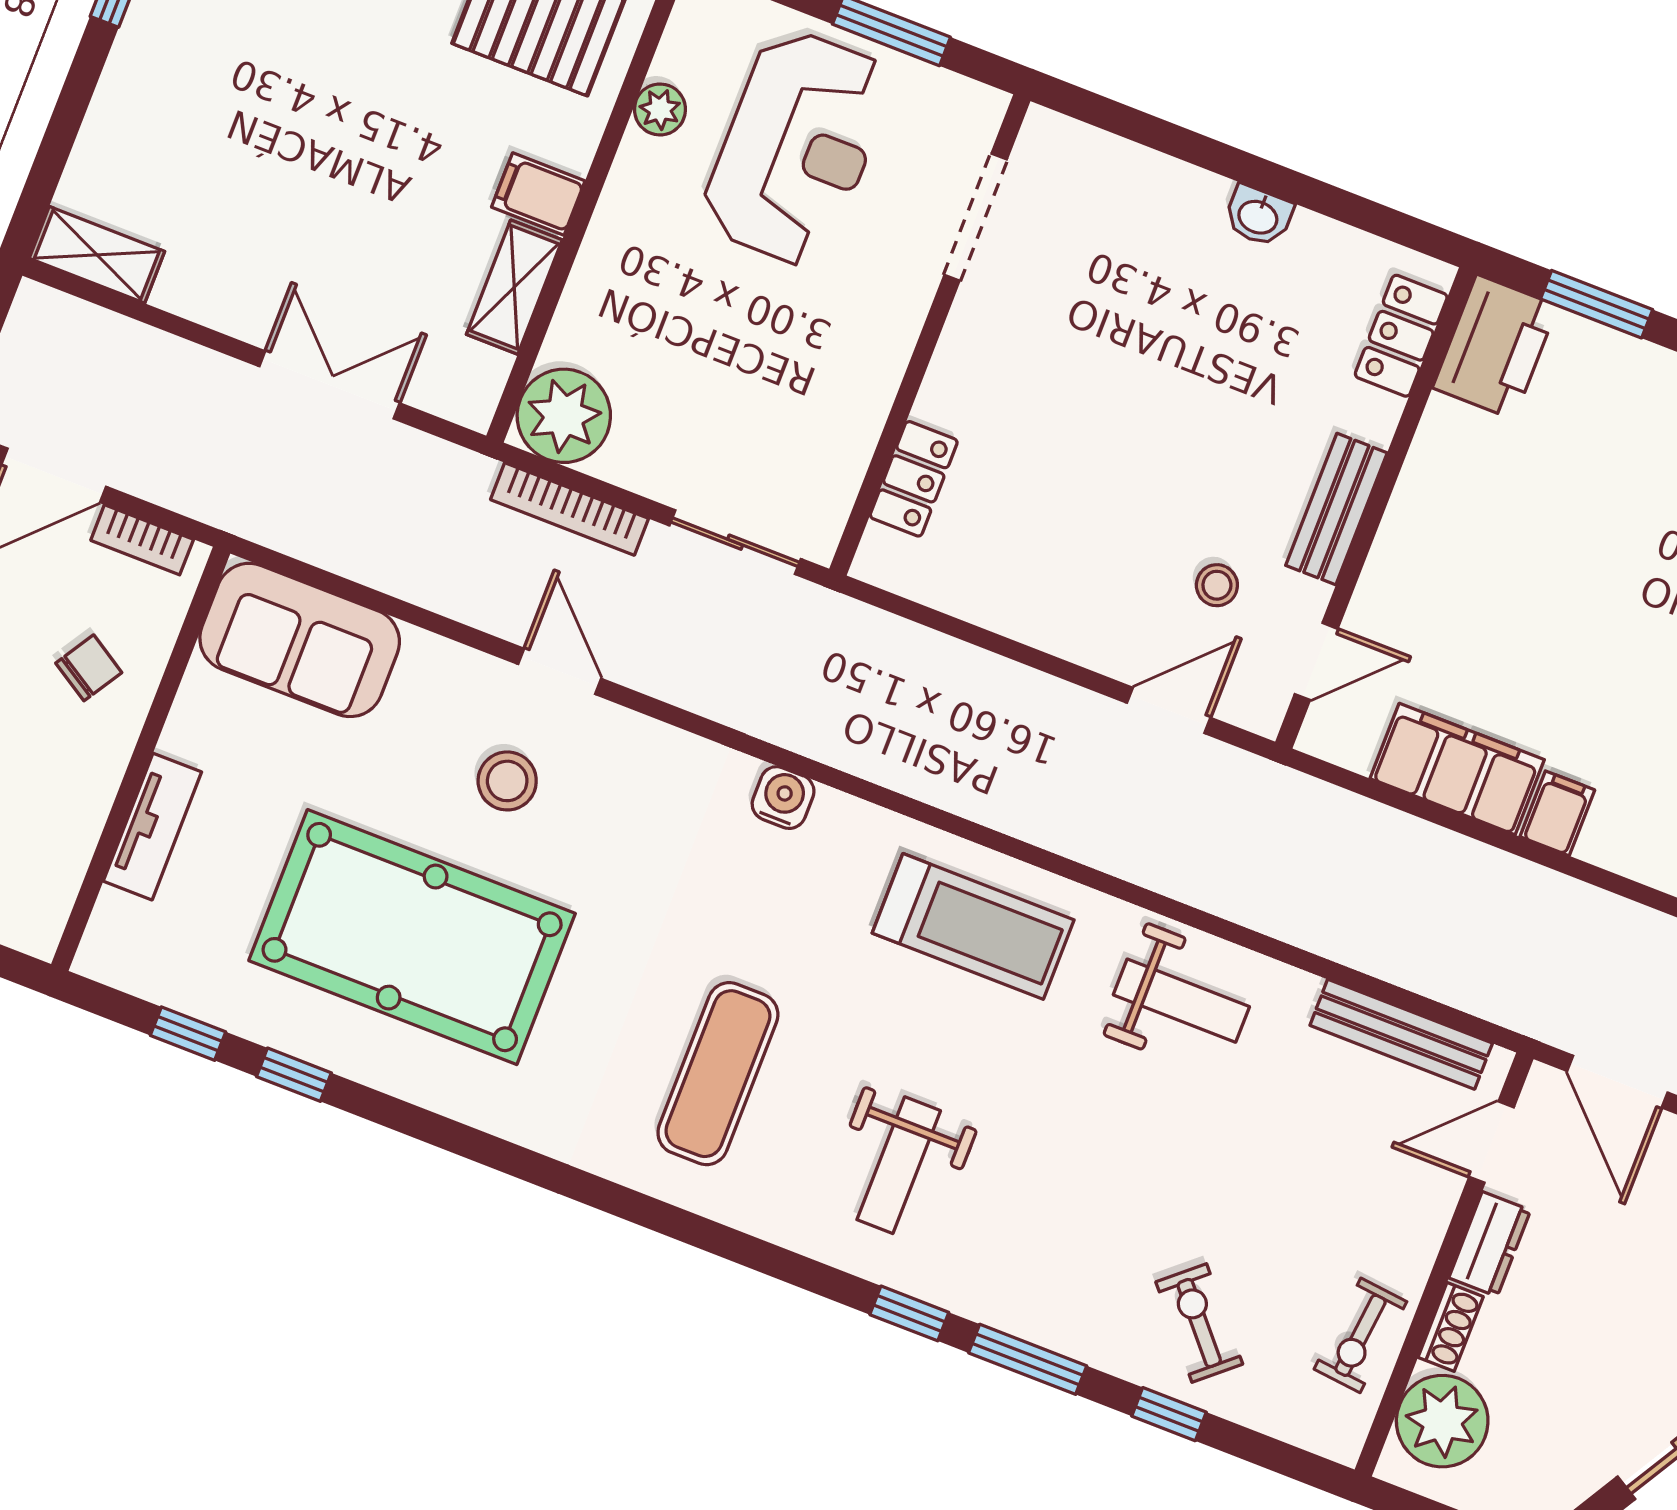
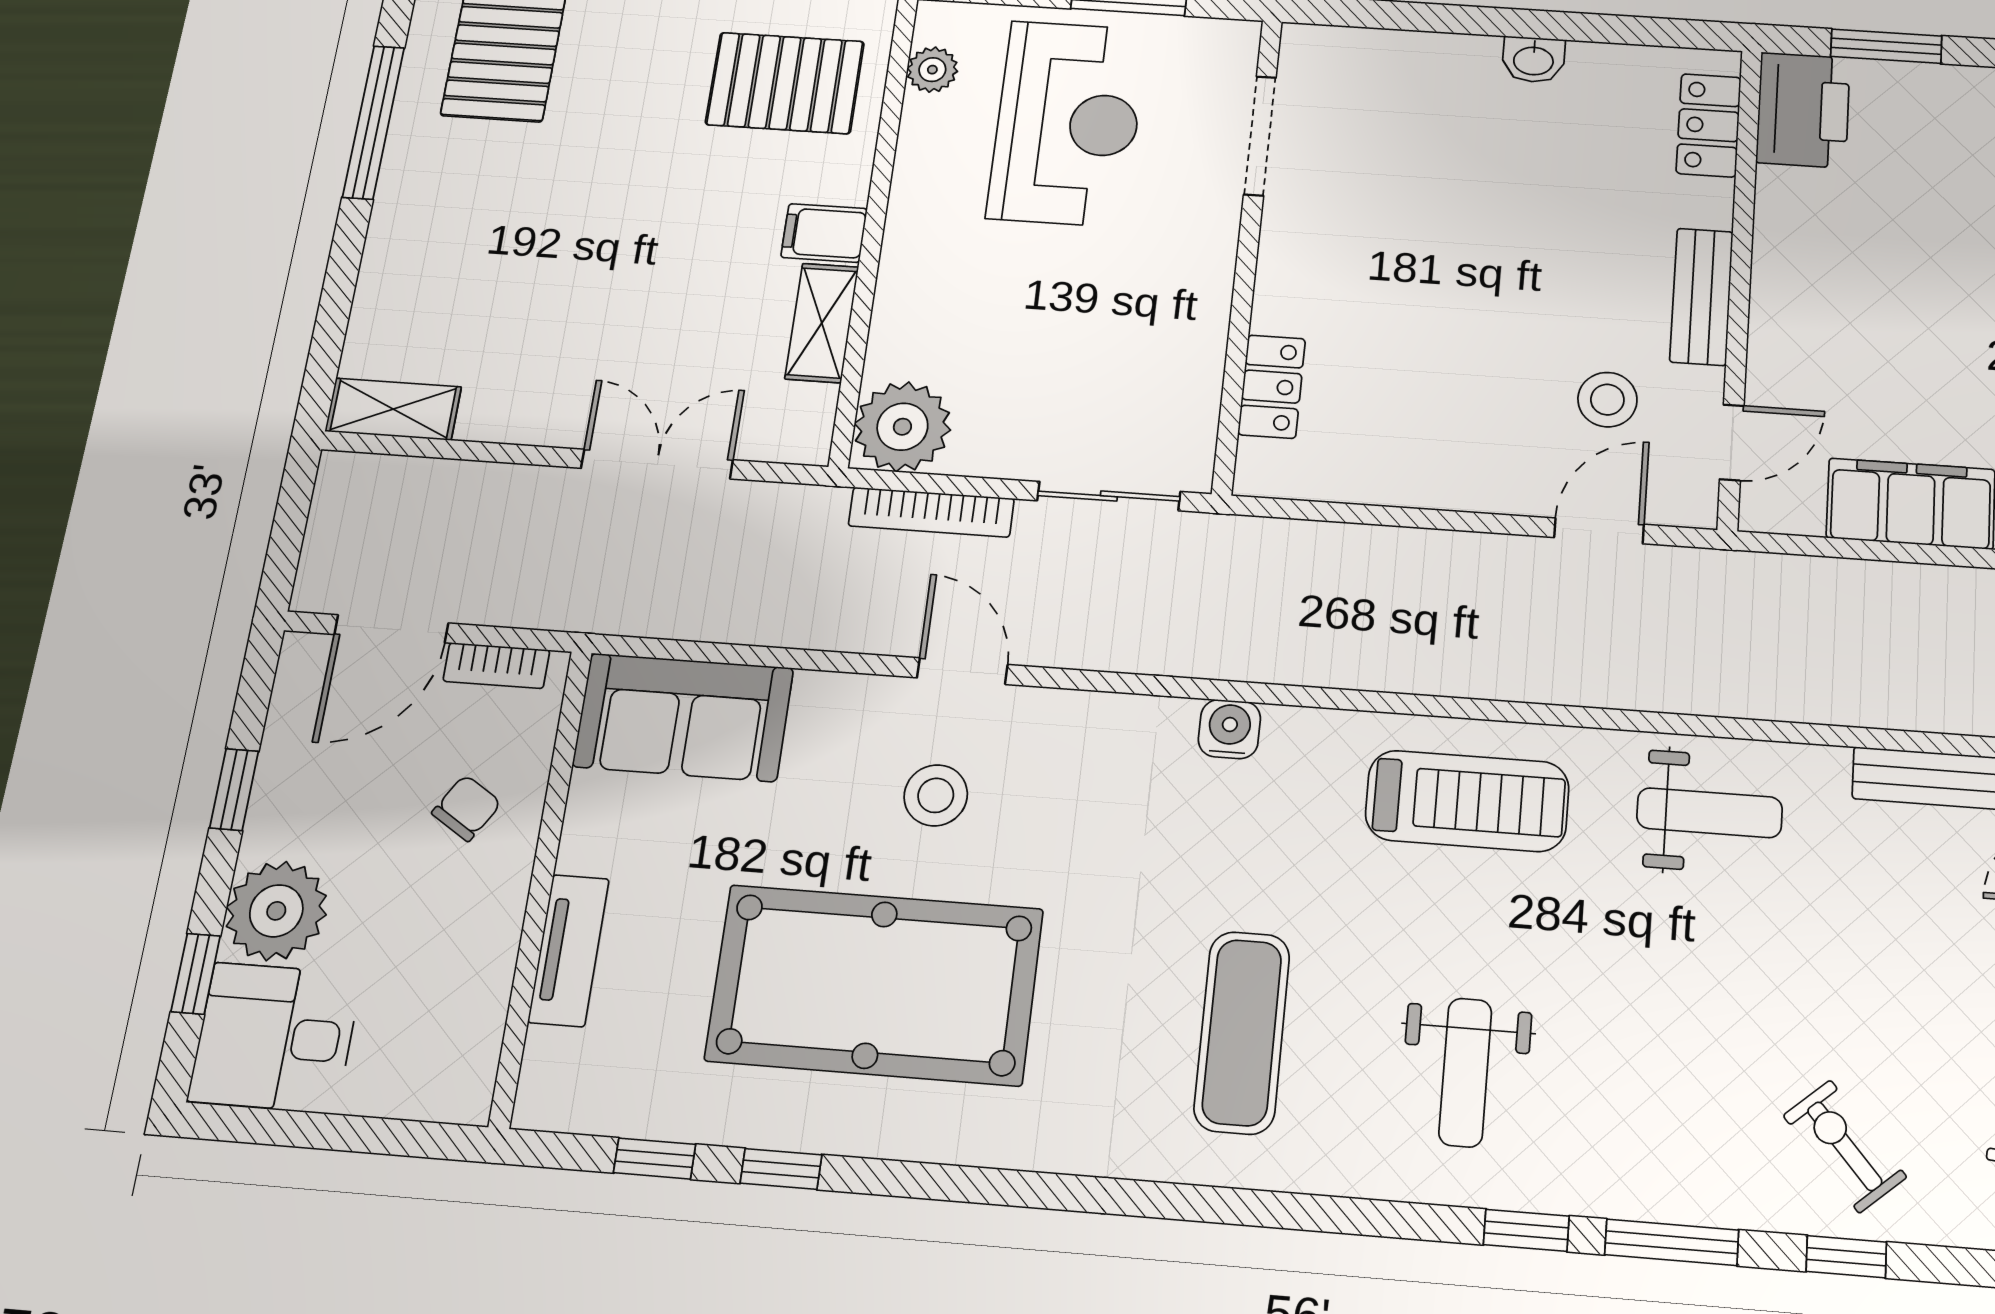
plant: (660, 109) -> (932, 70), moved
stool: (1217, 585) -> (1607, 400), width x1.37, depth x1.37

